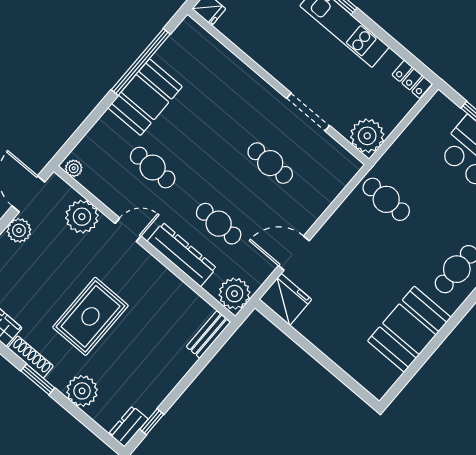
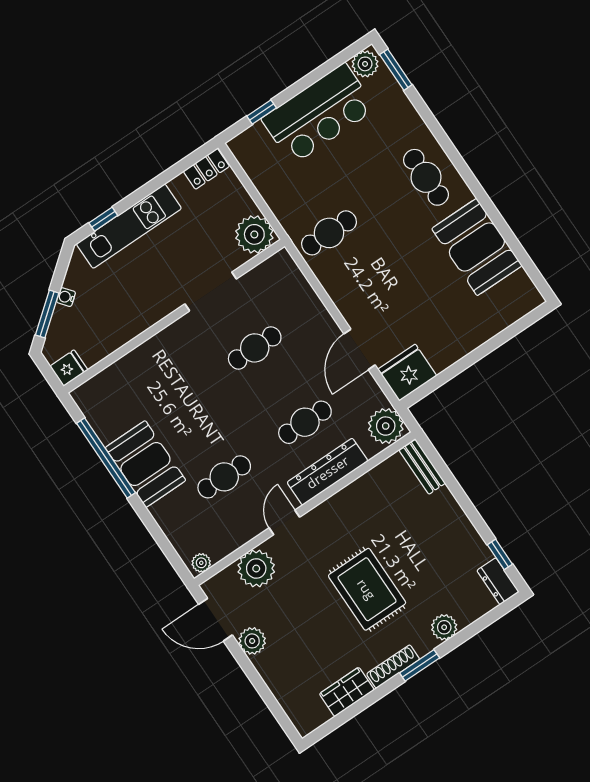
plant: (82, 391) -> (444, 627), width x0.73, depth x0.73

